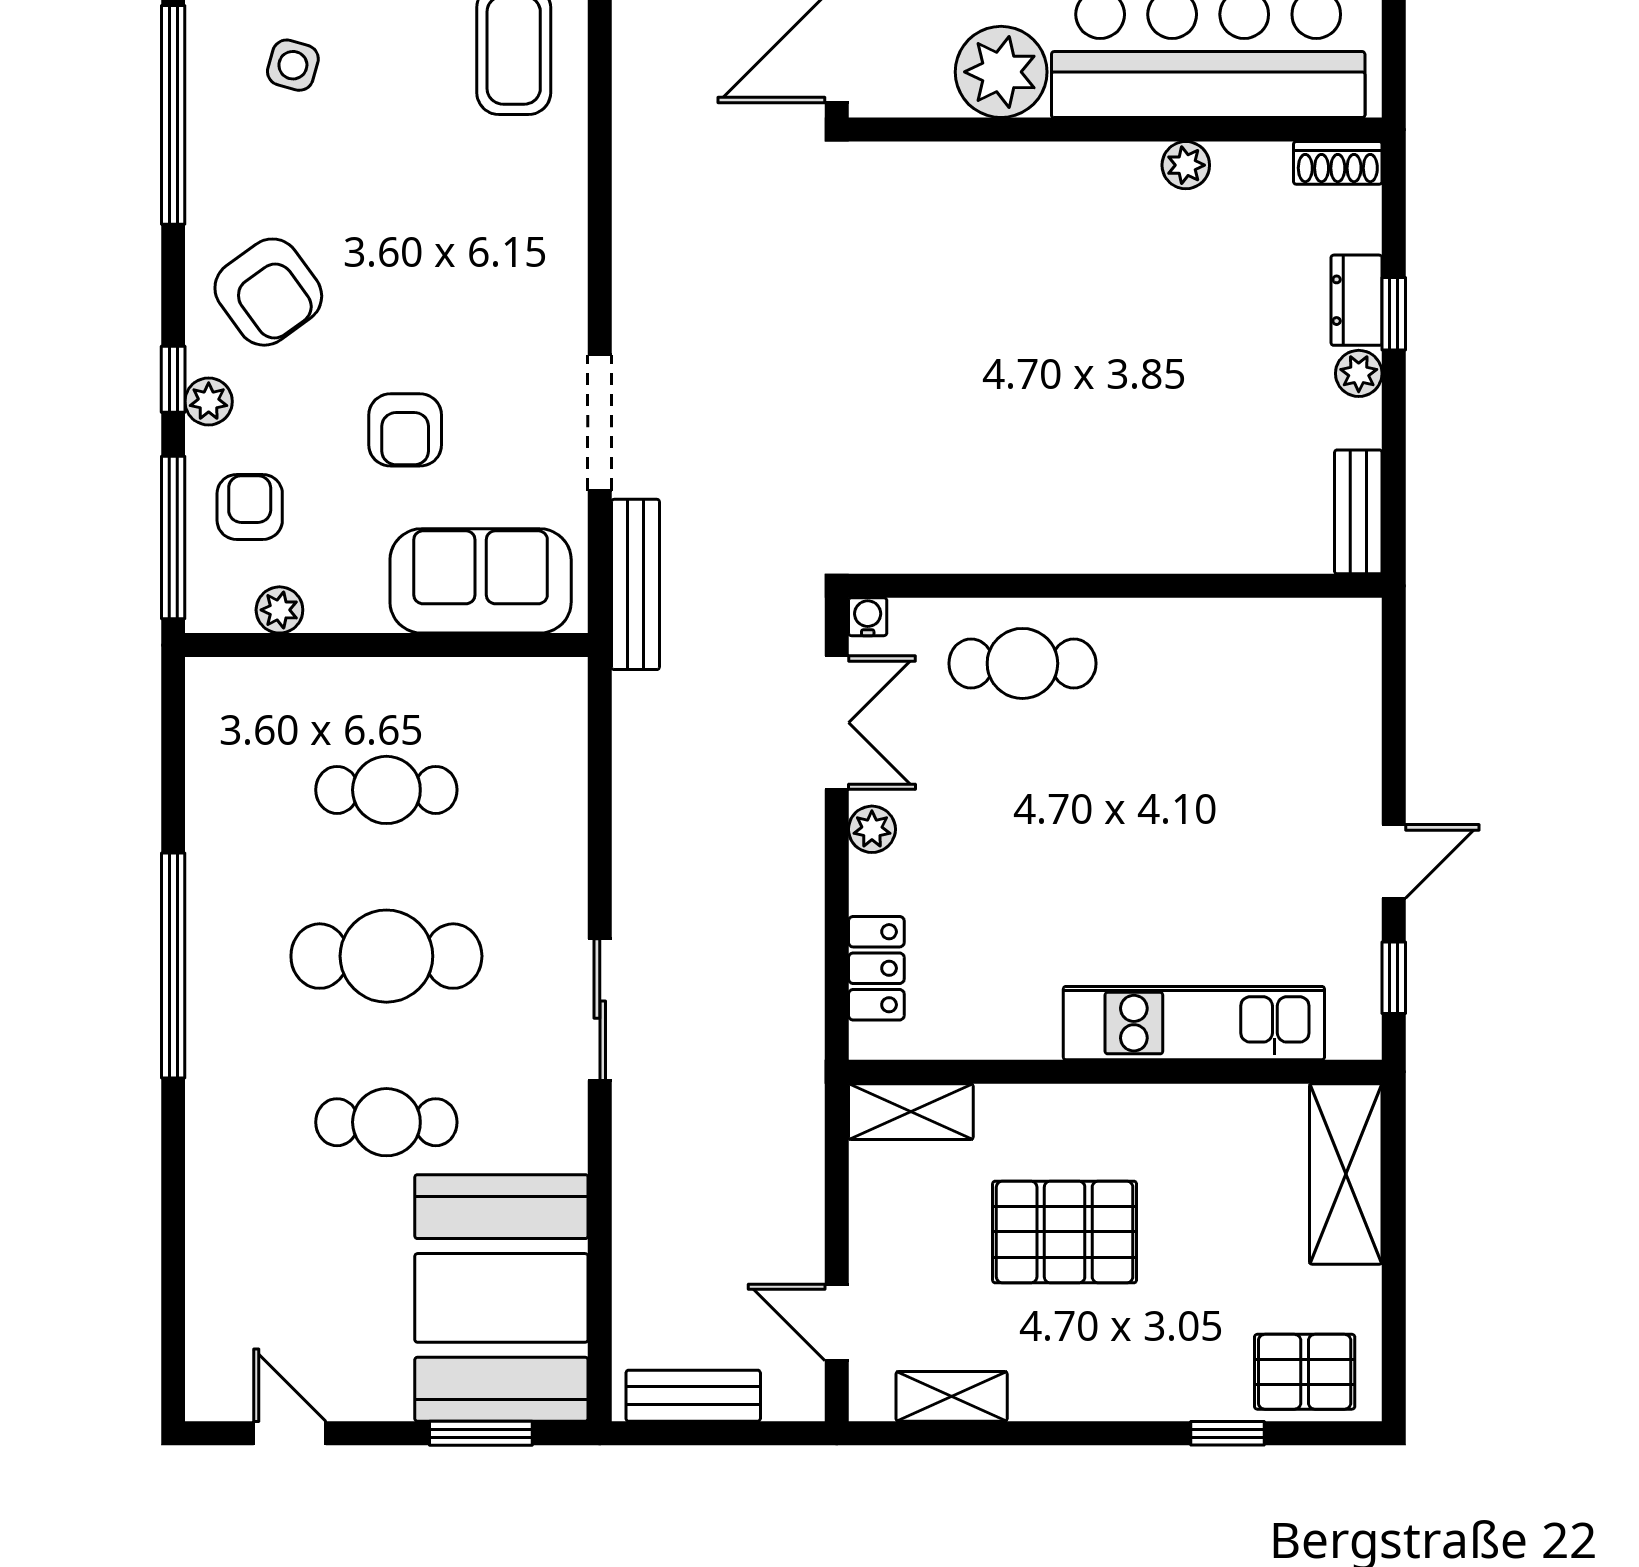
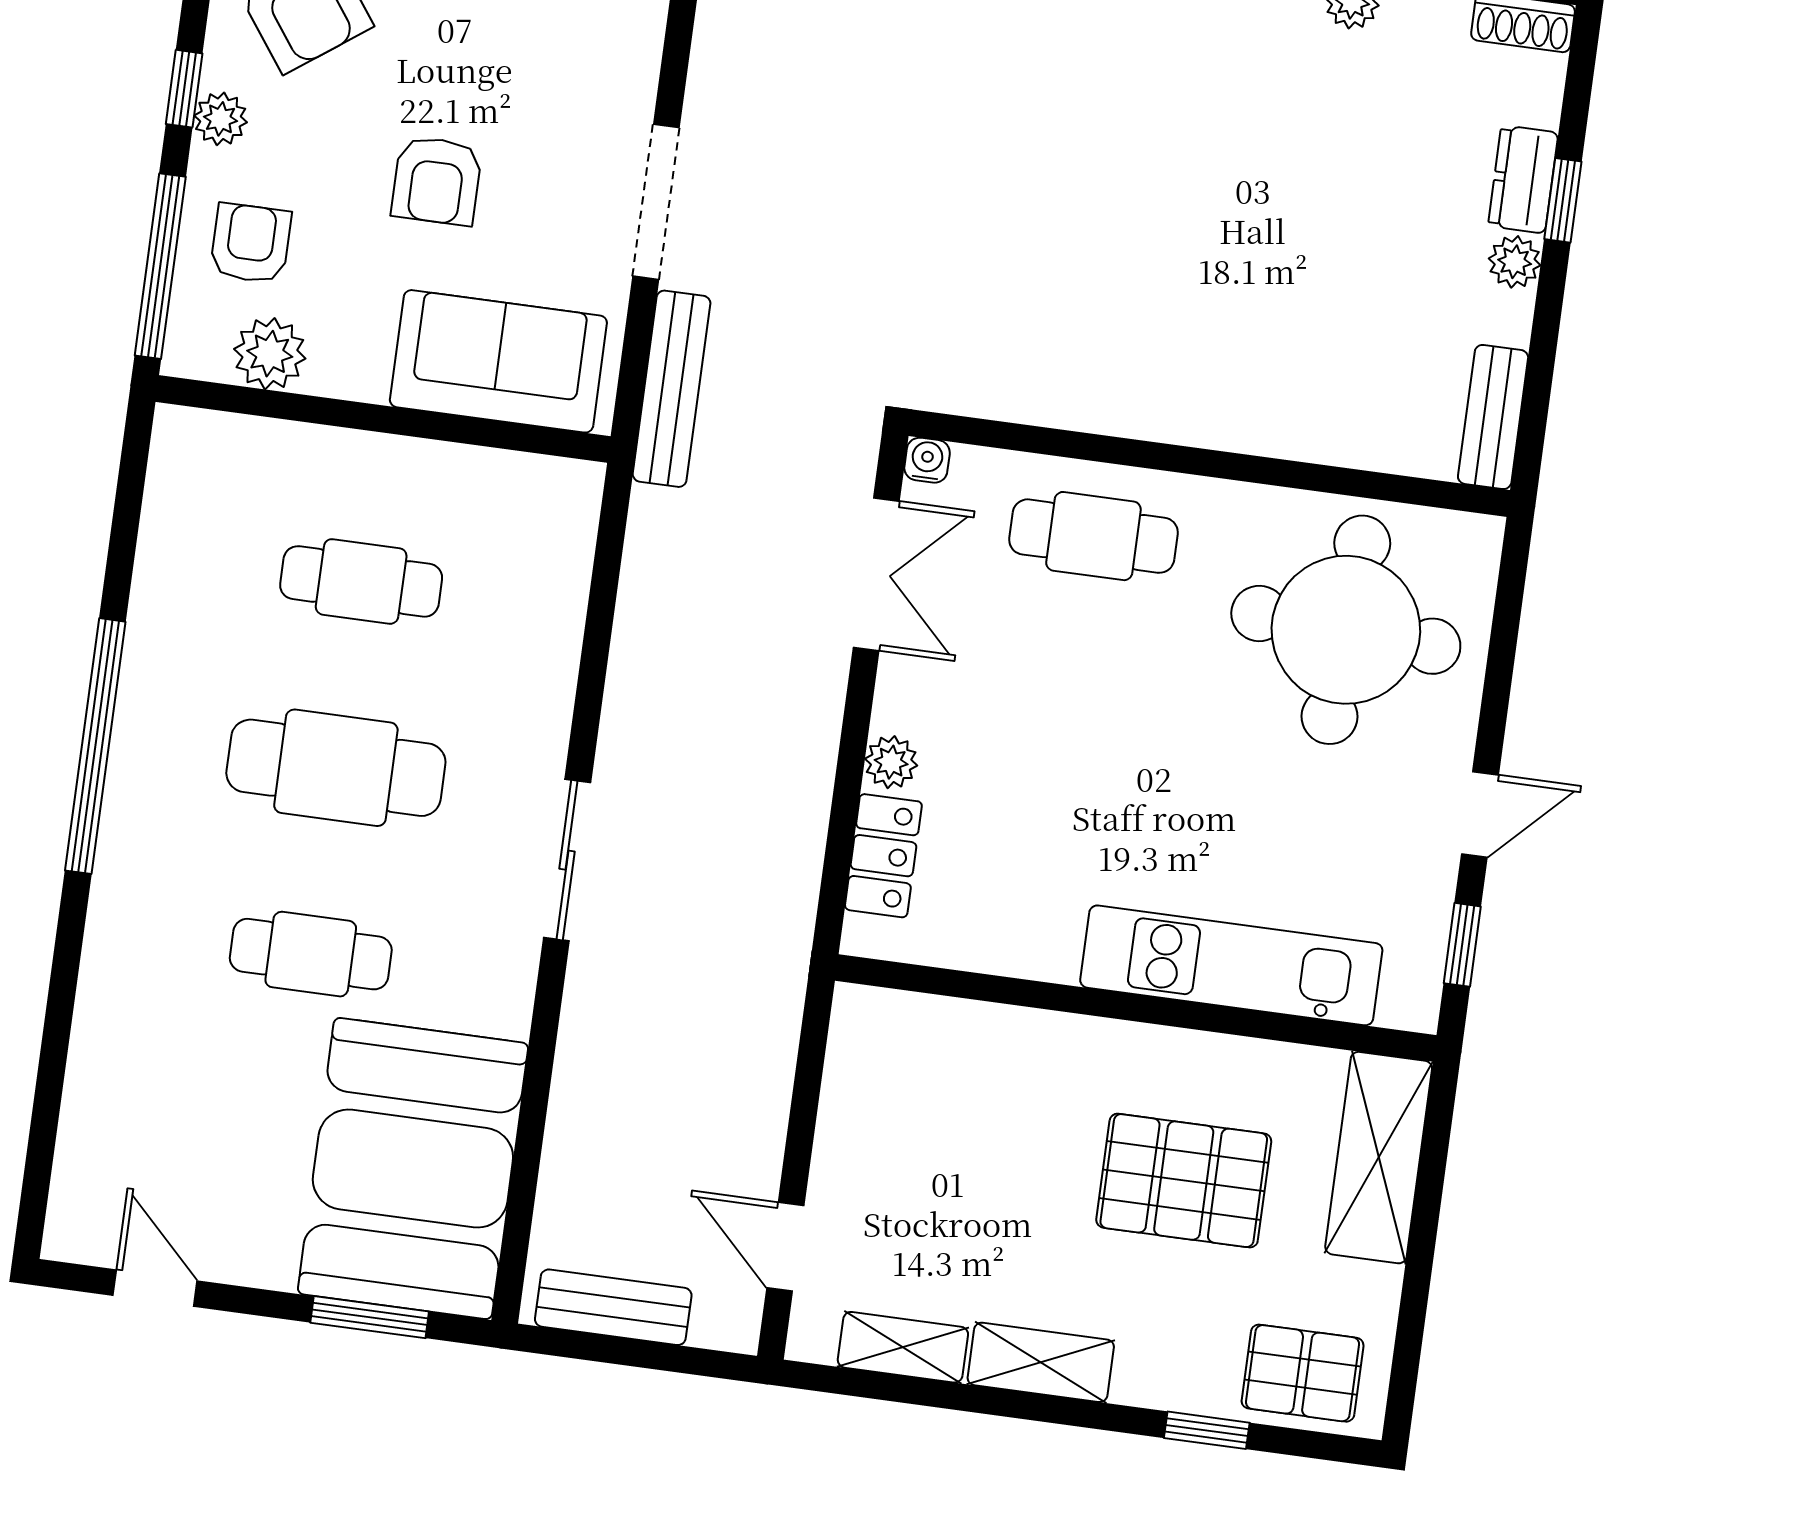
plant: (279, 610) -> (270, 354), width x1.38, depth x1.38
round table: (1255, 716) -> (1346, 630), added
plant: (872, 829) -> (891, 762), moved
shelving: (911, 1112) -> (1041, 1362), moved
pallet: (1065, 1232) -> (1184, 1181), moved

